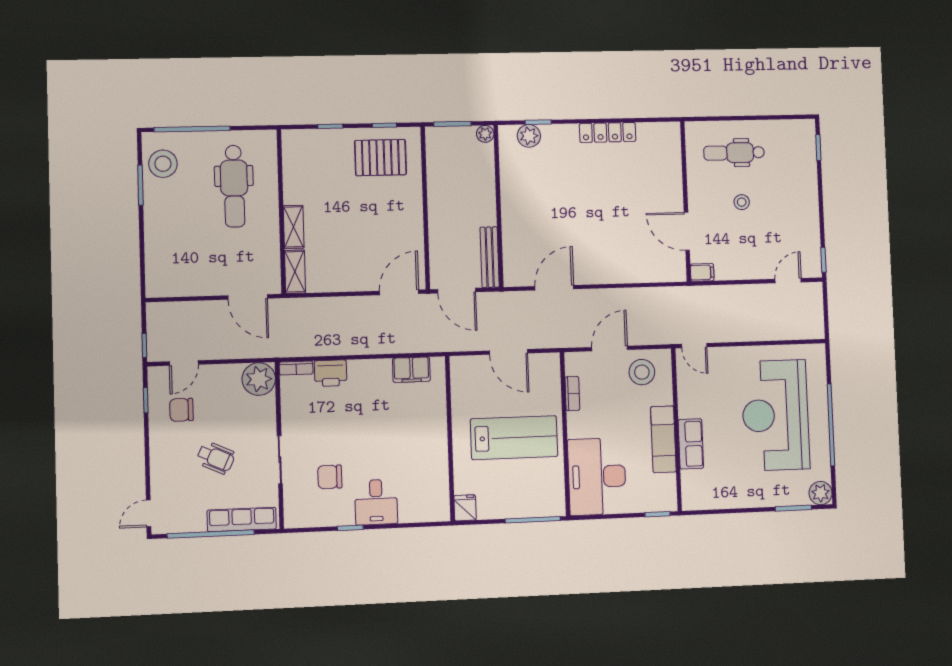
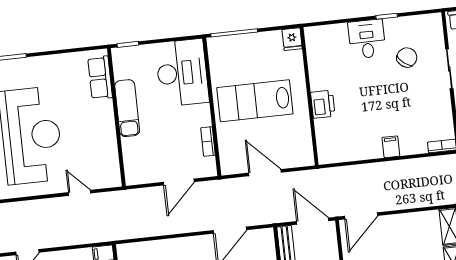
door: (694, 346) -> (79, 193), moved
filing cabinet: (411, 370) -> (391, 147), moved, width x0.50
stool: (642, 372) -> (150, 164), removed
printer: (331, 373) -> (323, 104), moved, turned 90
row of seats: (691, 444) -> (100, 78), moved
chair: (330, 477) -> (407, 57), turned -51

